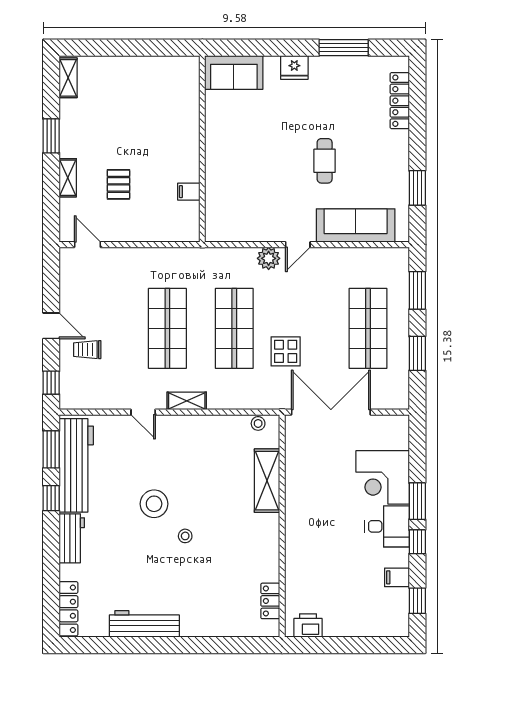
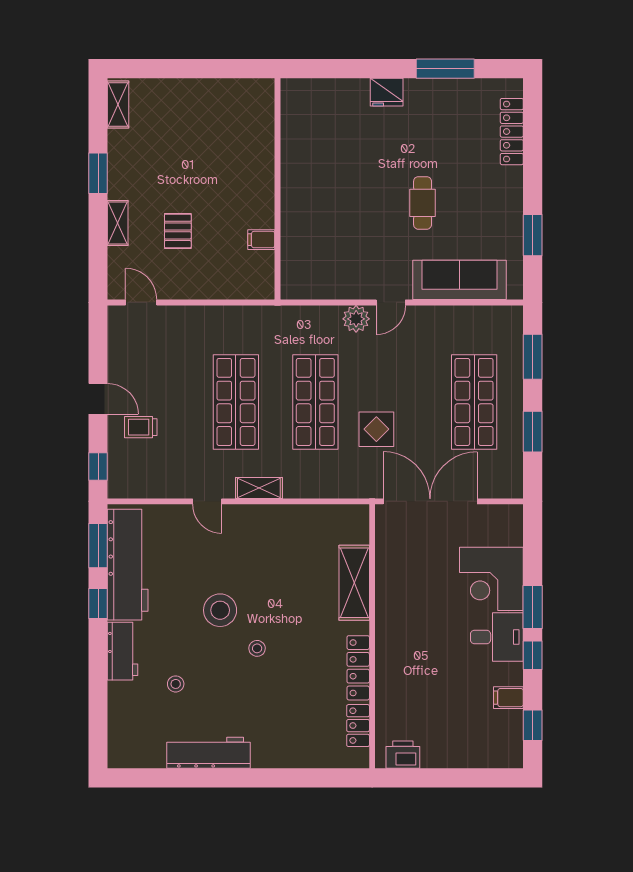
sofa: (234, 72) -> (315, 98), removed
stool: (258, 423) -> (176, 684), moved
locker: (69, 609) -> (358, 668), moved, turned 180

